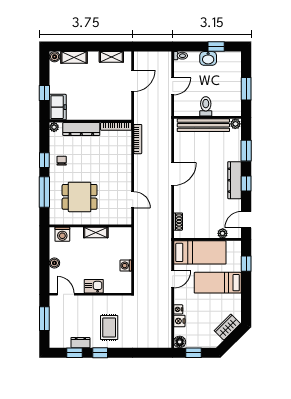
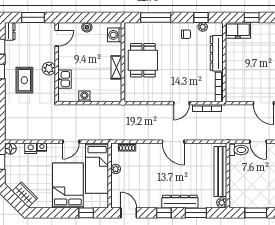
toilet: (206, 106) -> (239, 150), moved
plant: (54, 127) -> (203, 27), moved
window: (44, 160) -> (201, 17), moved
dresser: (234, 180) -> (180, 202), moved
dining table: (80, 197) -> (143, 60), moved
door: (133, 200) -> (182, 103), moved
plant: (223, 233) -> (116, 169), moved
door: (173, 279) -> (71, 142), hinge flipped
bed: (218, 283) -> (68, 185), width x1.50
kitchen sink: (94, 286) -> (64, 79), moved
plant: (97, 302) -> (49, 69), added
rug: (109, 328) -> (24, 80), turned 90
dresser: (80, 343) -> (10, 31), moved

